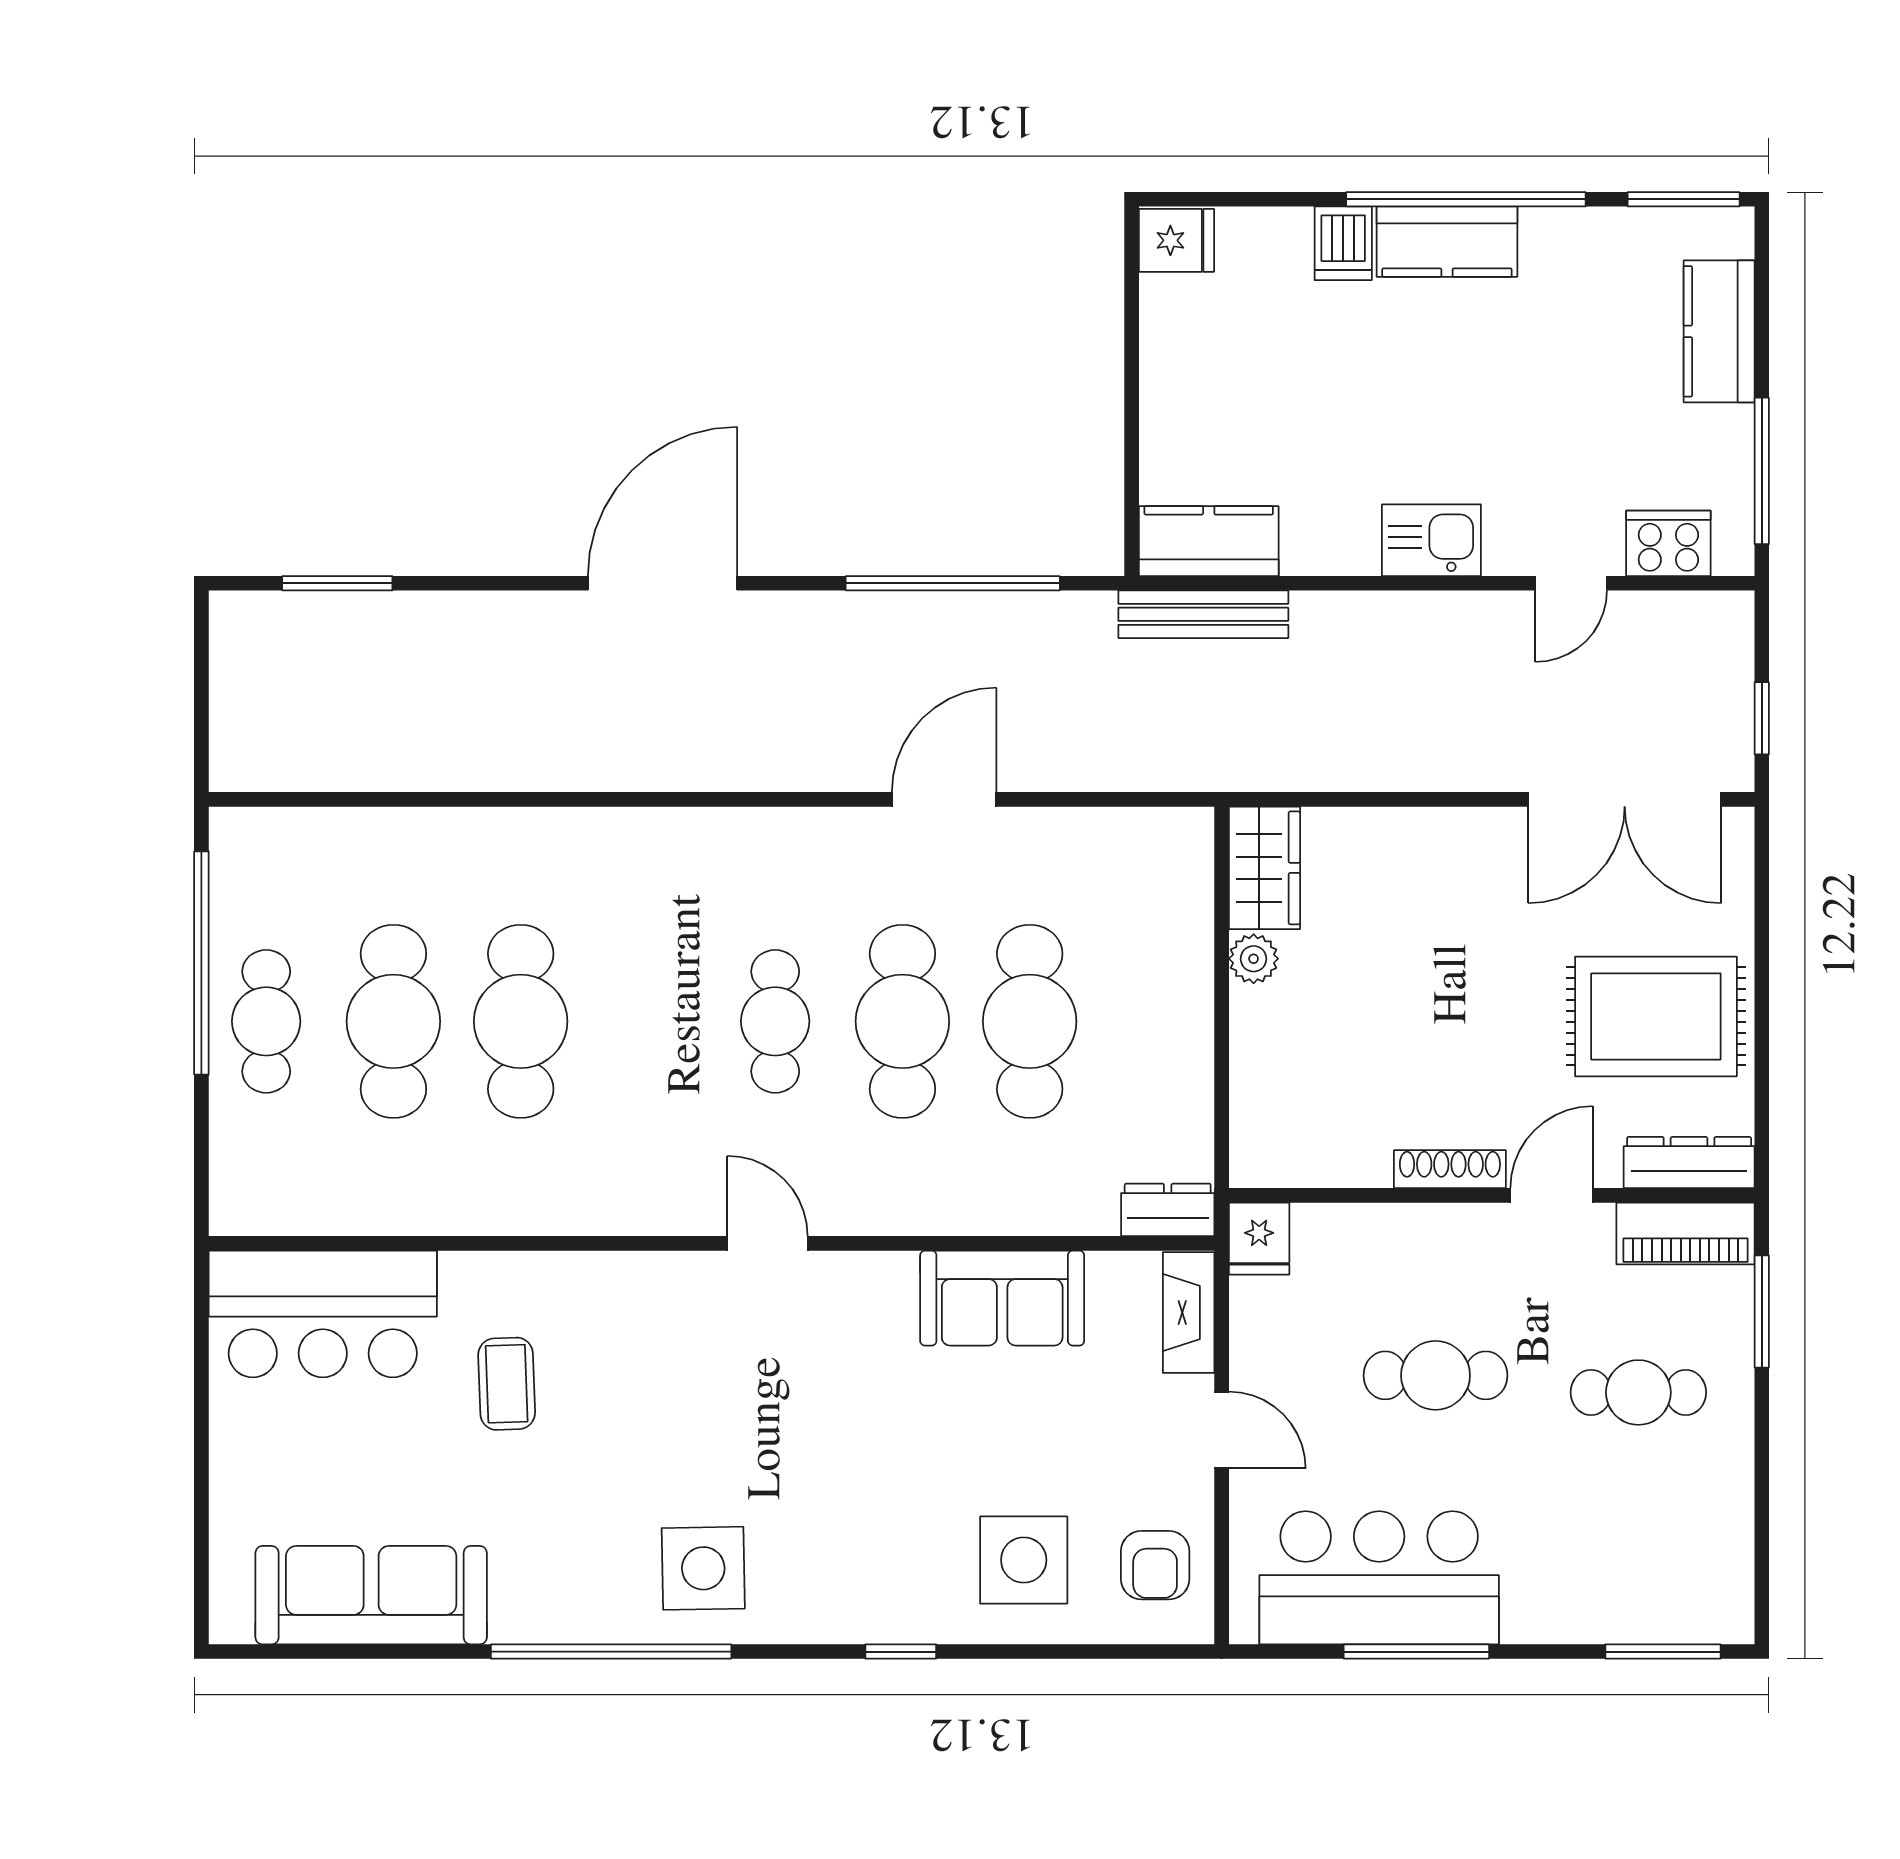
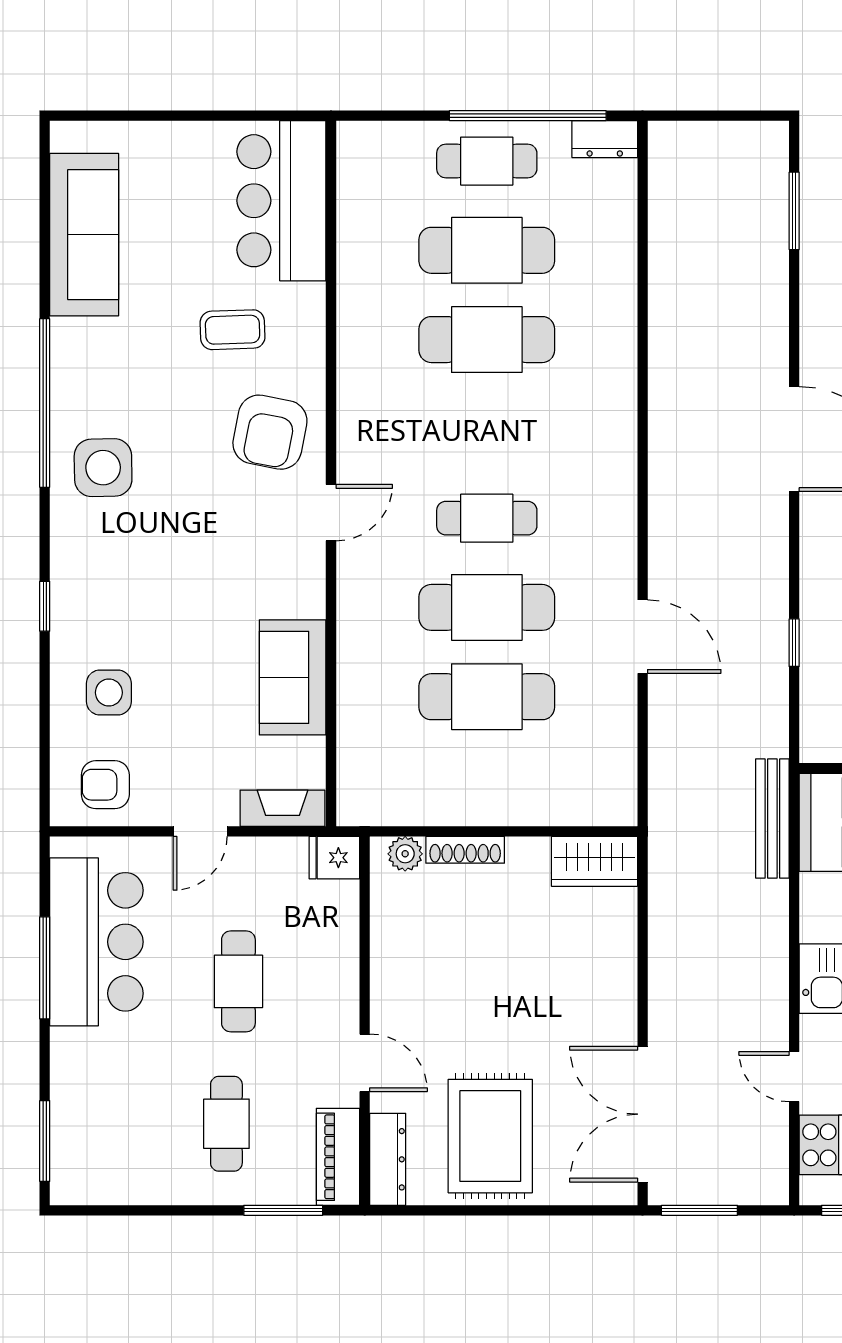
window: (953, 583) -> (794, 643), width x0.32
window: (1762, 718) -> (699, 1210), width x1.50
plant: (1254, 959) -> (405, 854), moved
shoe rack: (1450, 1169) -> (465, 850), moved, turned 90
dresser: (1168, 1210) -> (605, 139), moved, turned 90
armchair: (653, 1330) -> (270, 432), added
side table: (1024, 1560) -> (109, 693), width x0.73, depth x0.73

